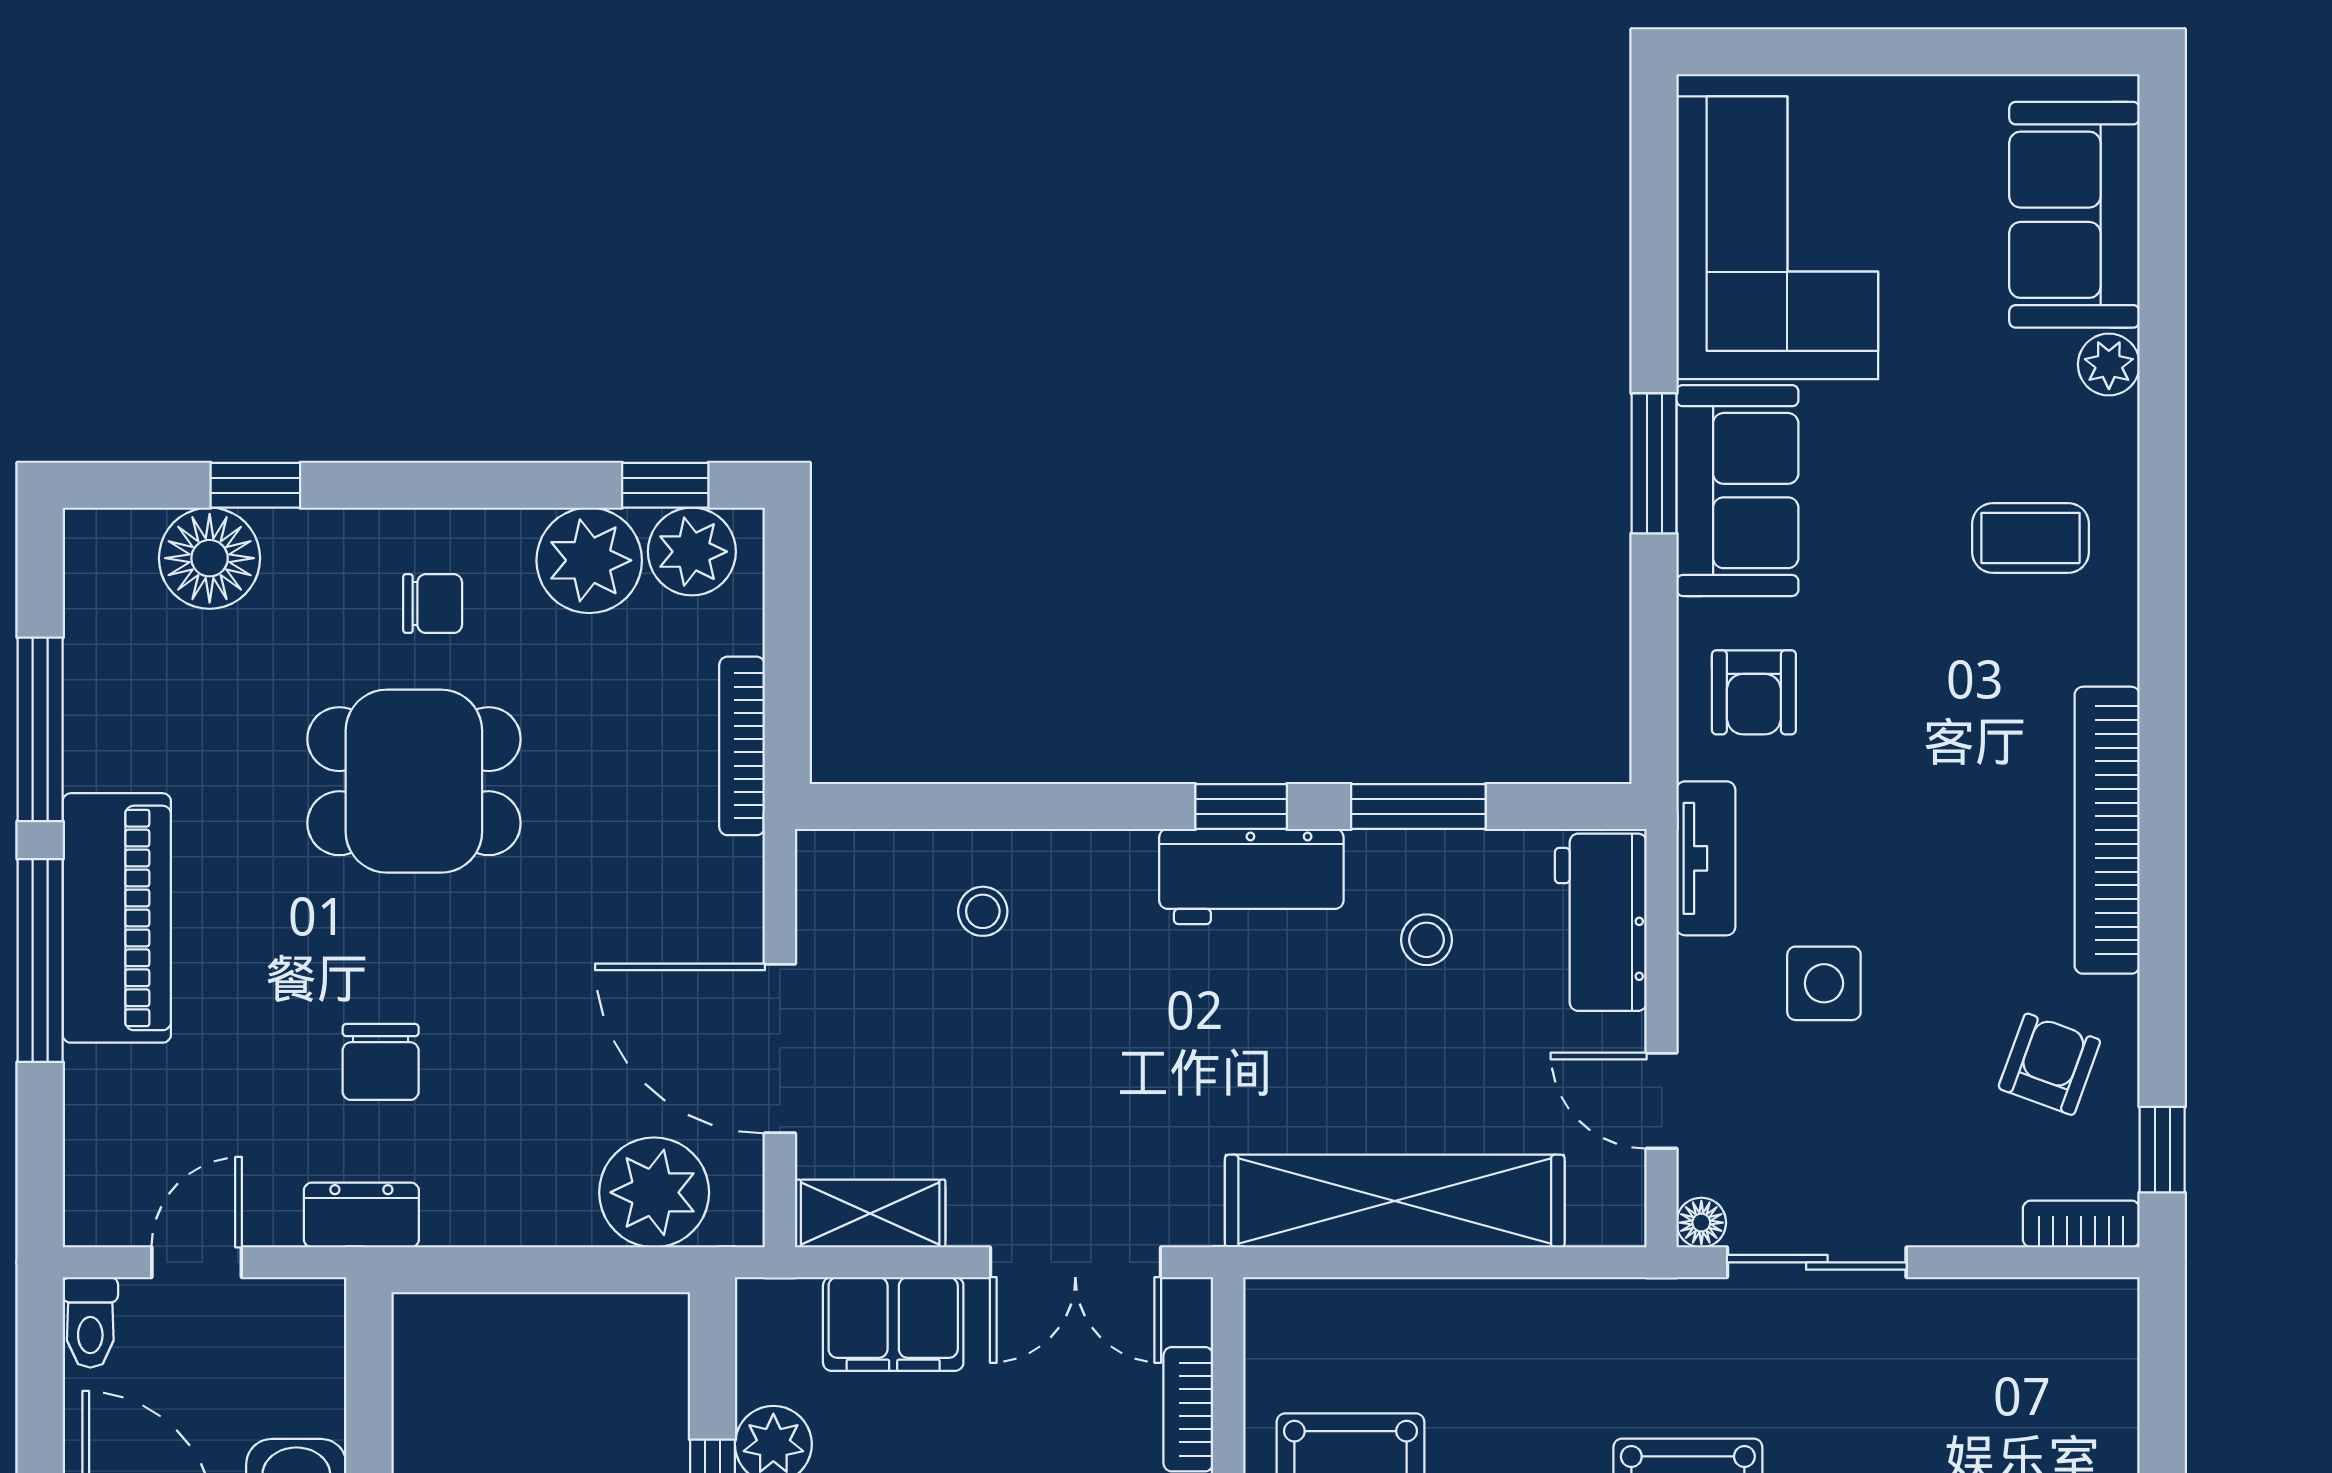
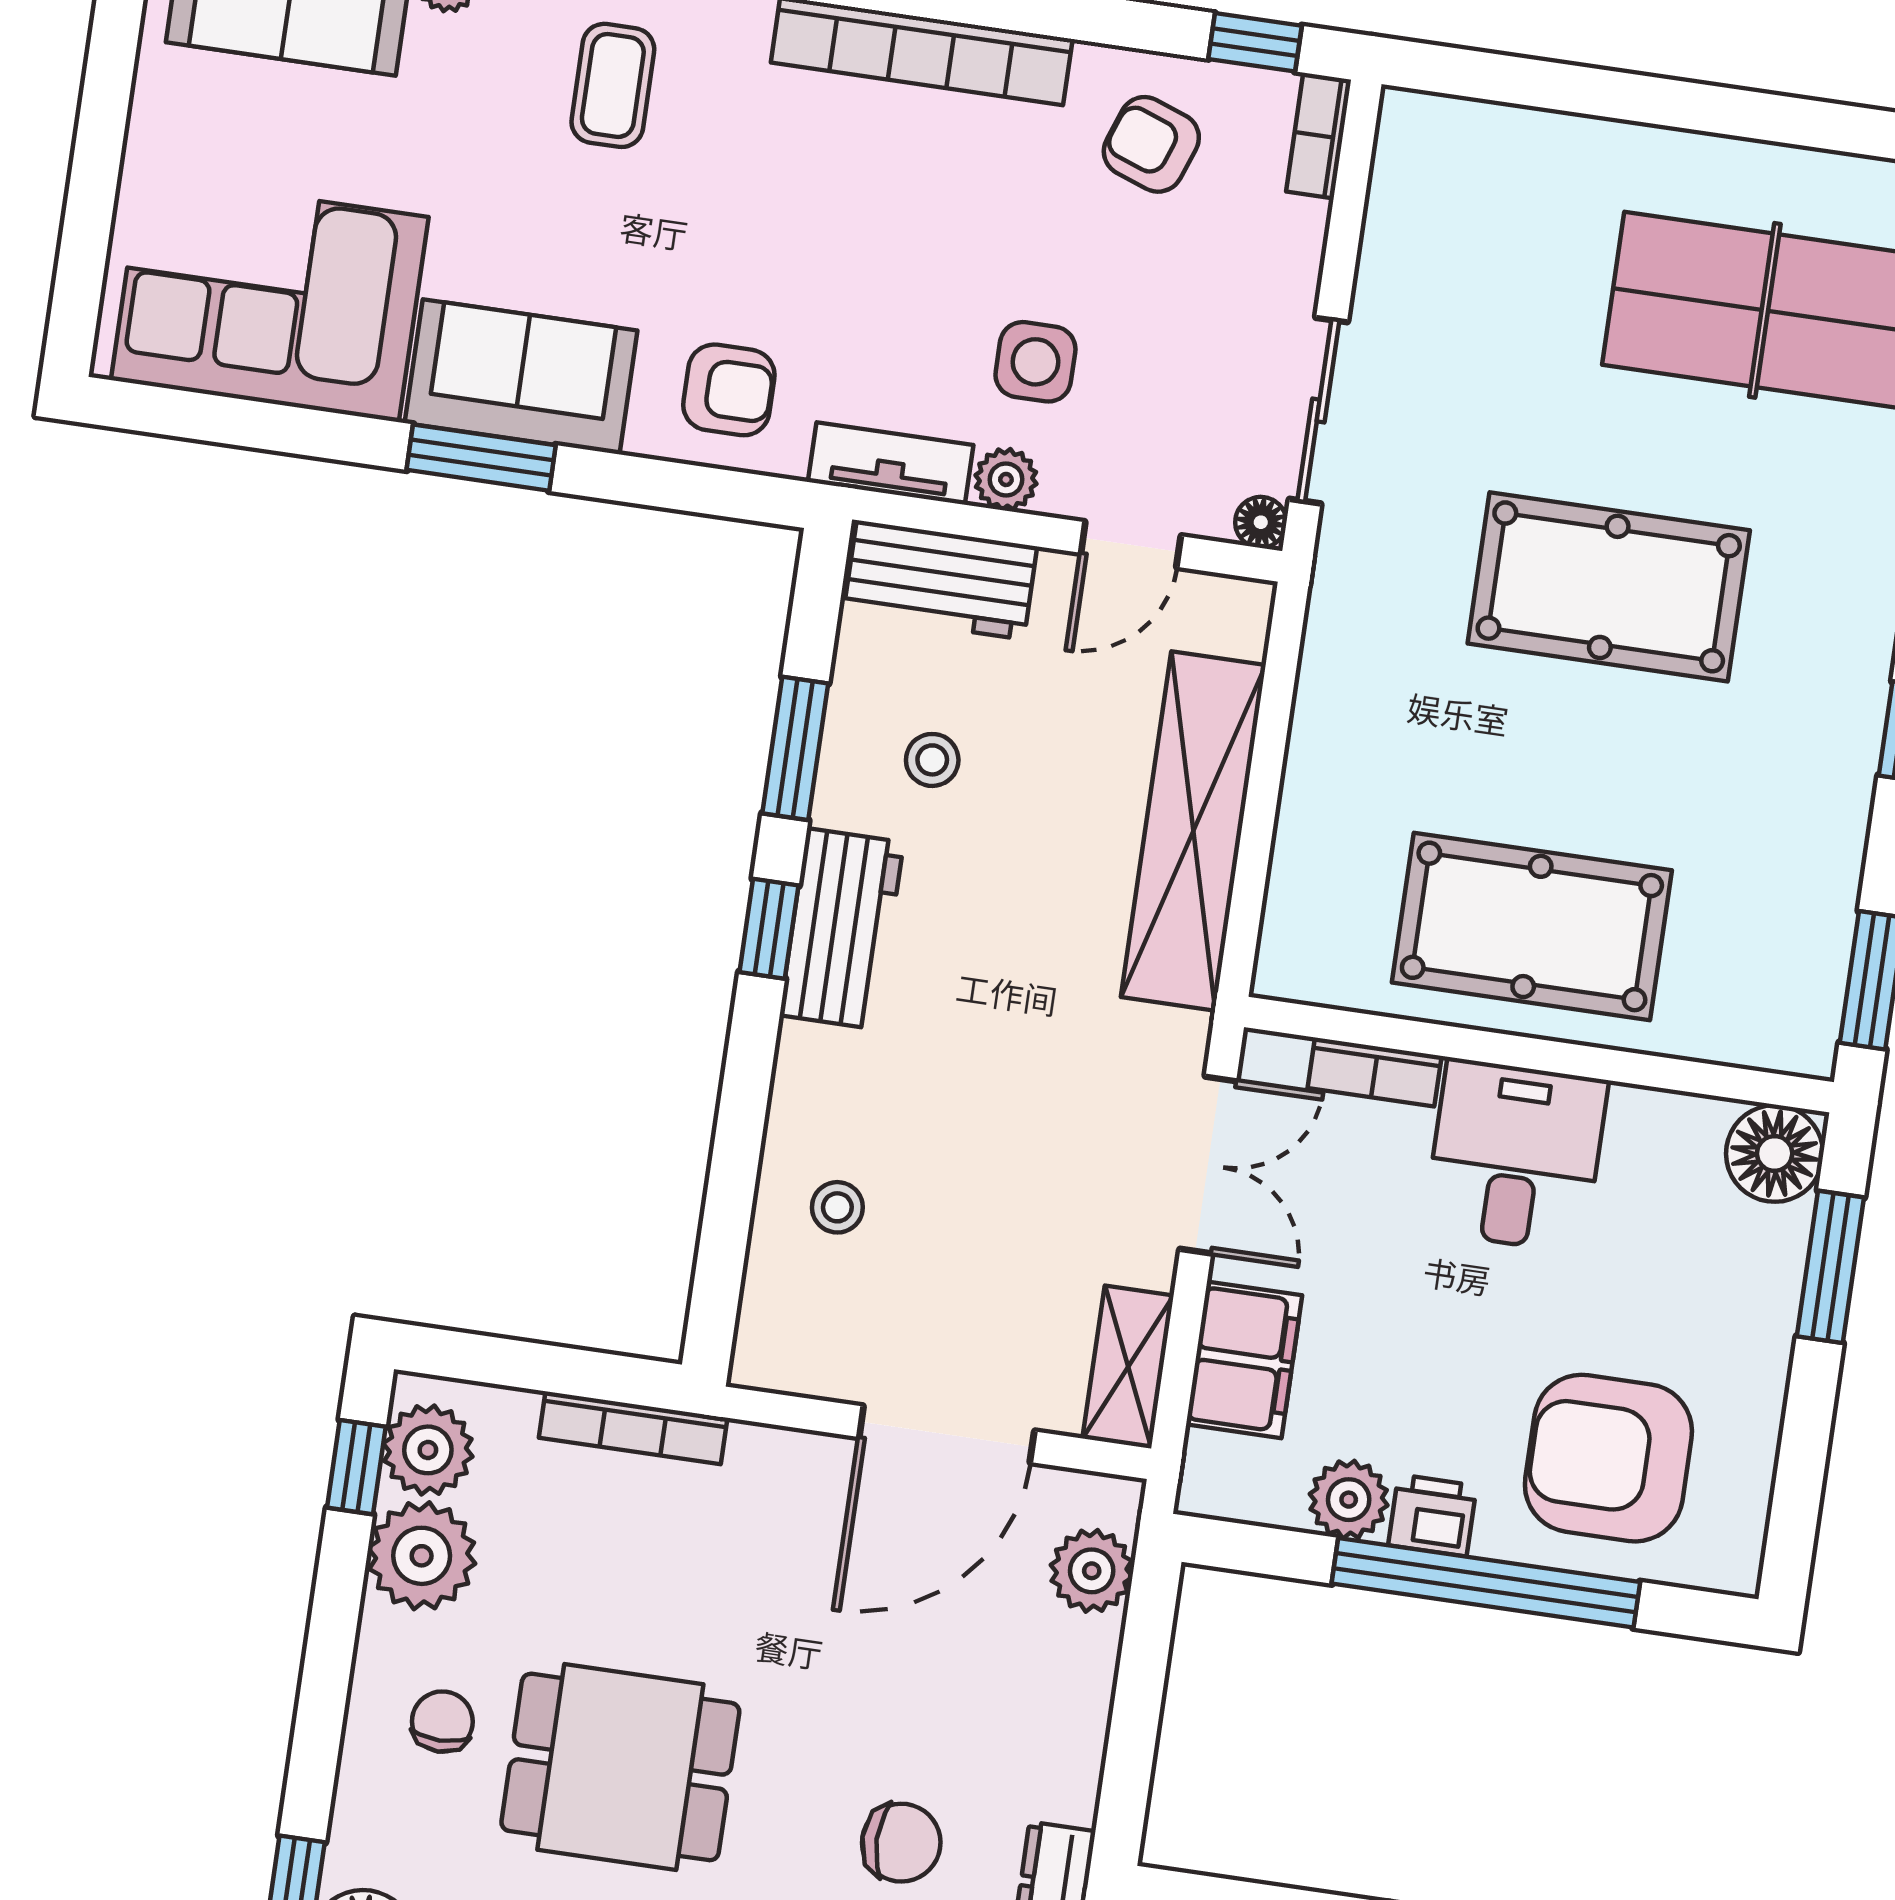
dining table: (414, 781) -> (620, 1767), turned 90
plant: (1707, 971) -> (1006, 479), added
plant: (654, 1192) -> (1092, 1571), width x0.73, depth x0.73

